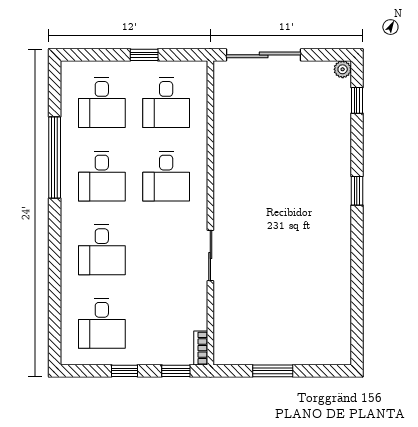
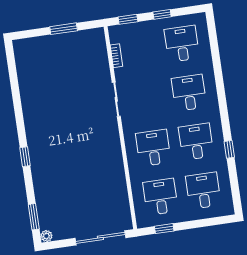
window: (144, 55) -> (164, 229), moved
window: (357, 100) -> (34, 217), width x1.50
window: (55, 158) -> (229, 149), width x0.32
bookcase: (201, 348) -> (116, 56), moved

